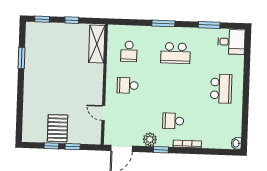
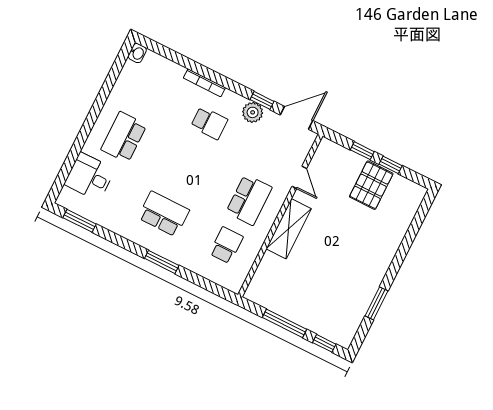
window: (72, 20) -> (284, 323), width x2.17
window: (209, 25) -> (80, 221), moved
desk: (231, 42) -> (90, 177), moved
shelving: (97, 44) -> (289, 229), moved
school desk: (128, 85) -> (249, 200), width x1.85
window: (161, 150) -> (262, 100), moved

